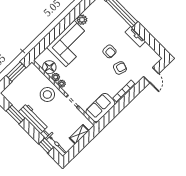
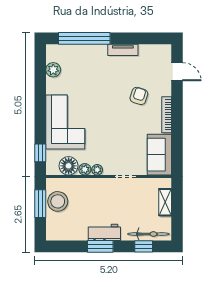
plant: (82, 20) -> (53, 70), moved
window: (42, 46) -> (40, 153), added
armchair: (109, 51) -> (112, 90), removed
stool: (47, 95) -> (58, 201), moved
window: (15, 114) -> (100, 246), moved
workbench: (33, 119) -> (104, 232), width x0.73

